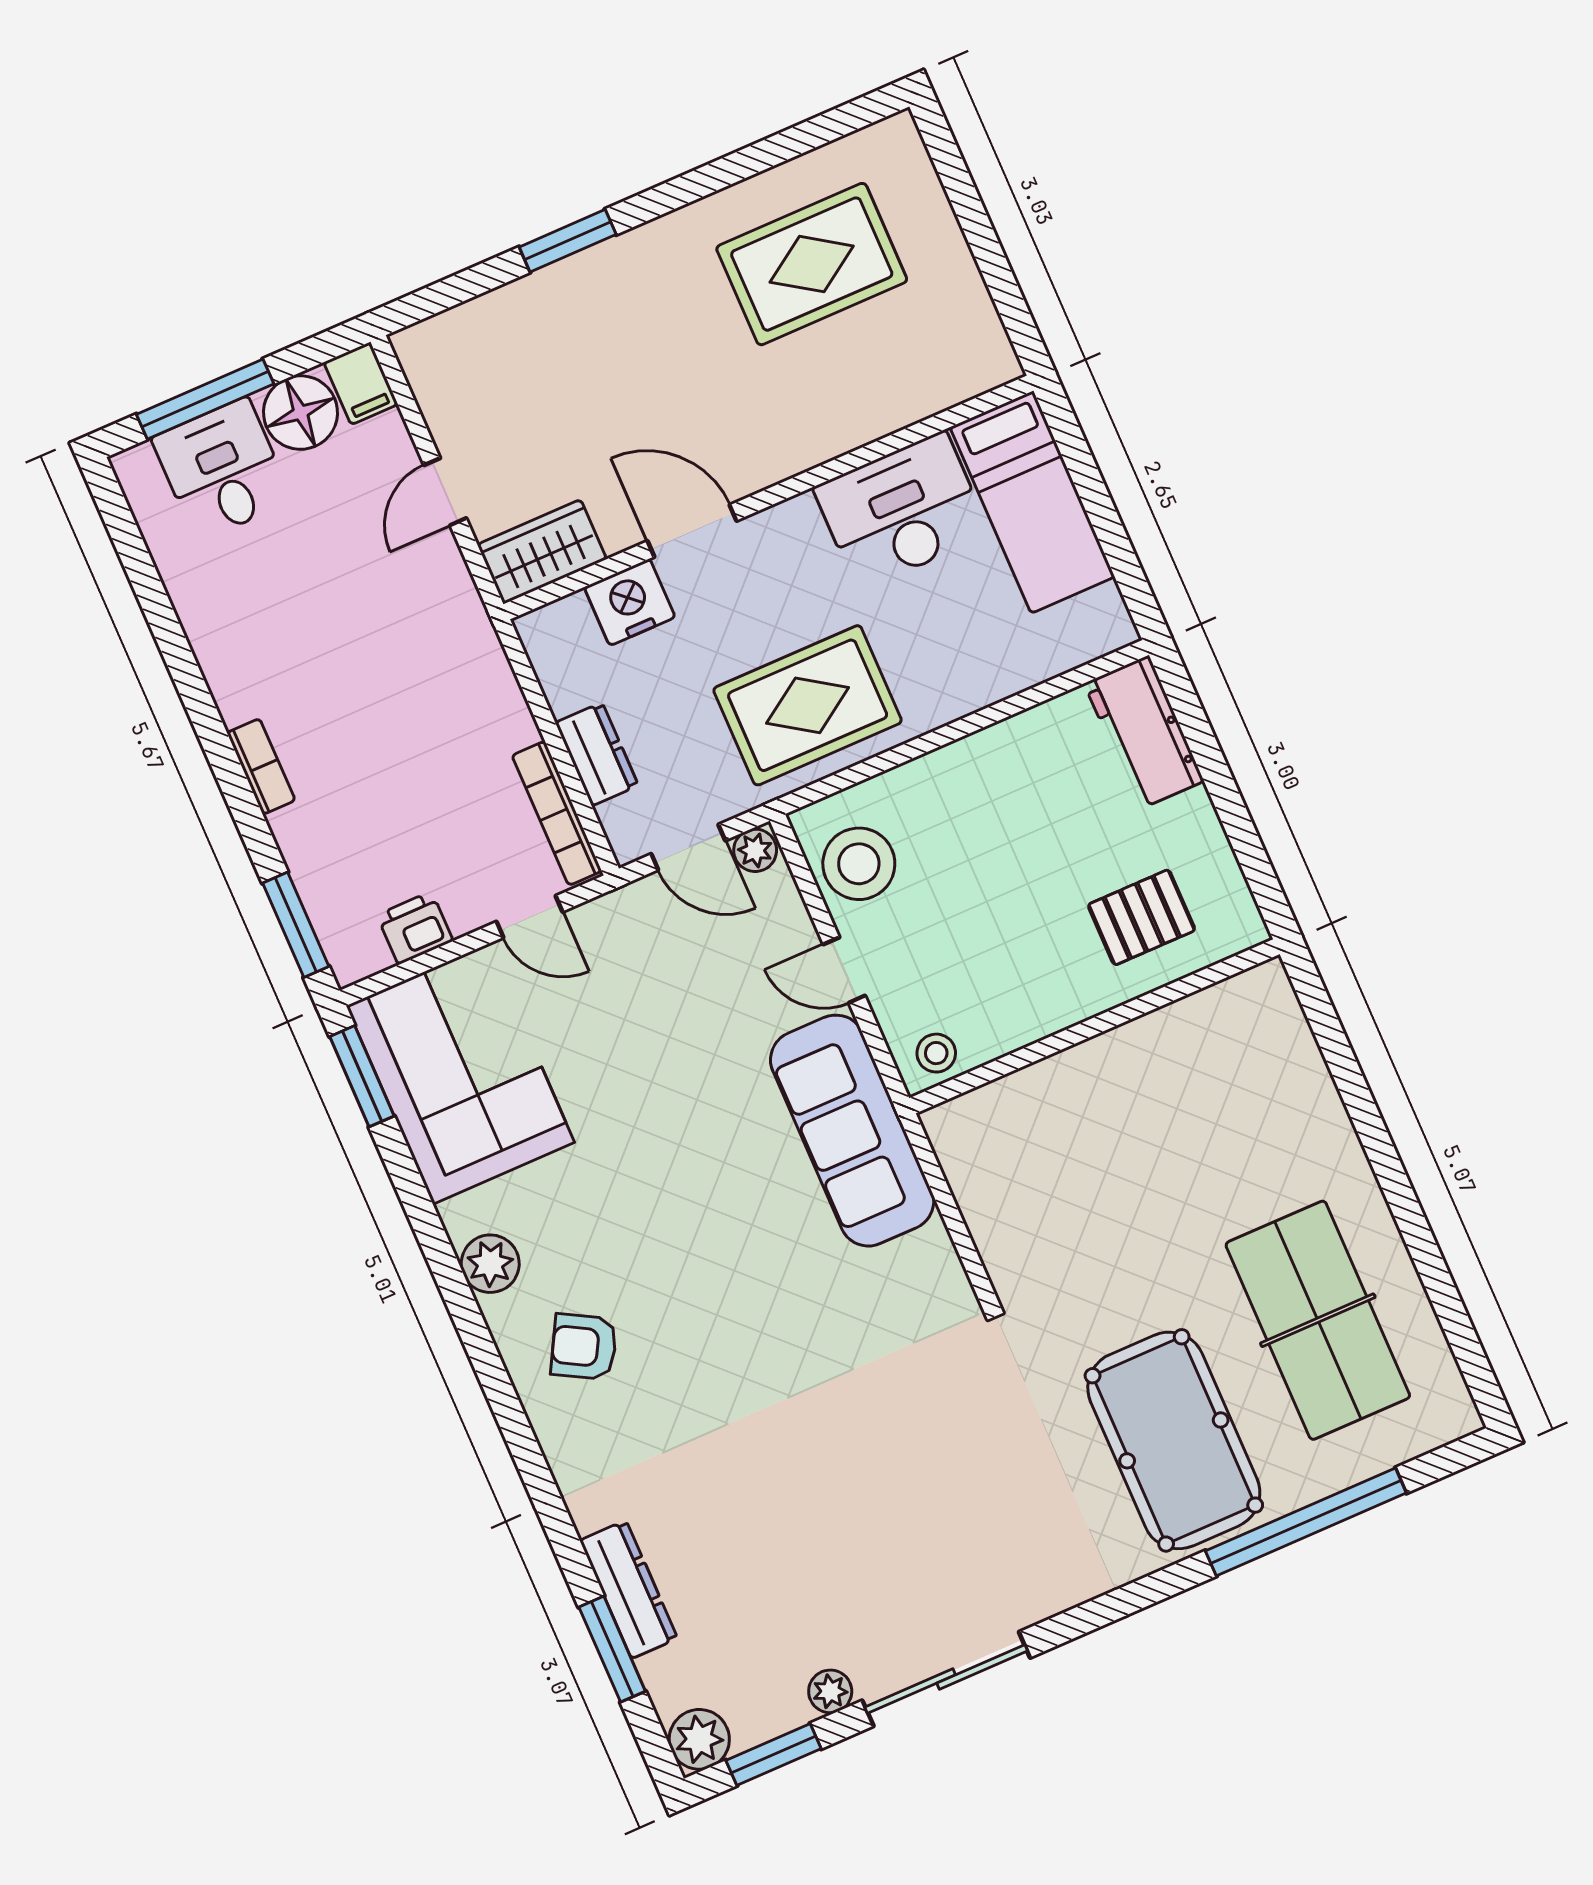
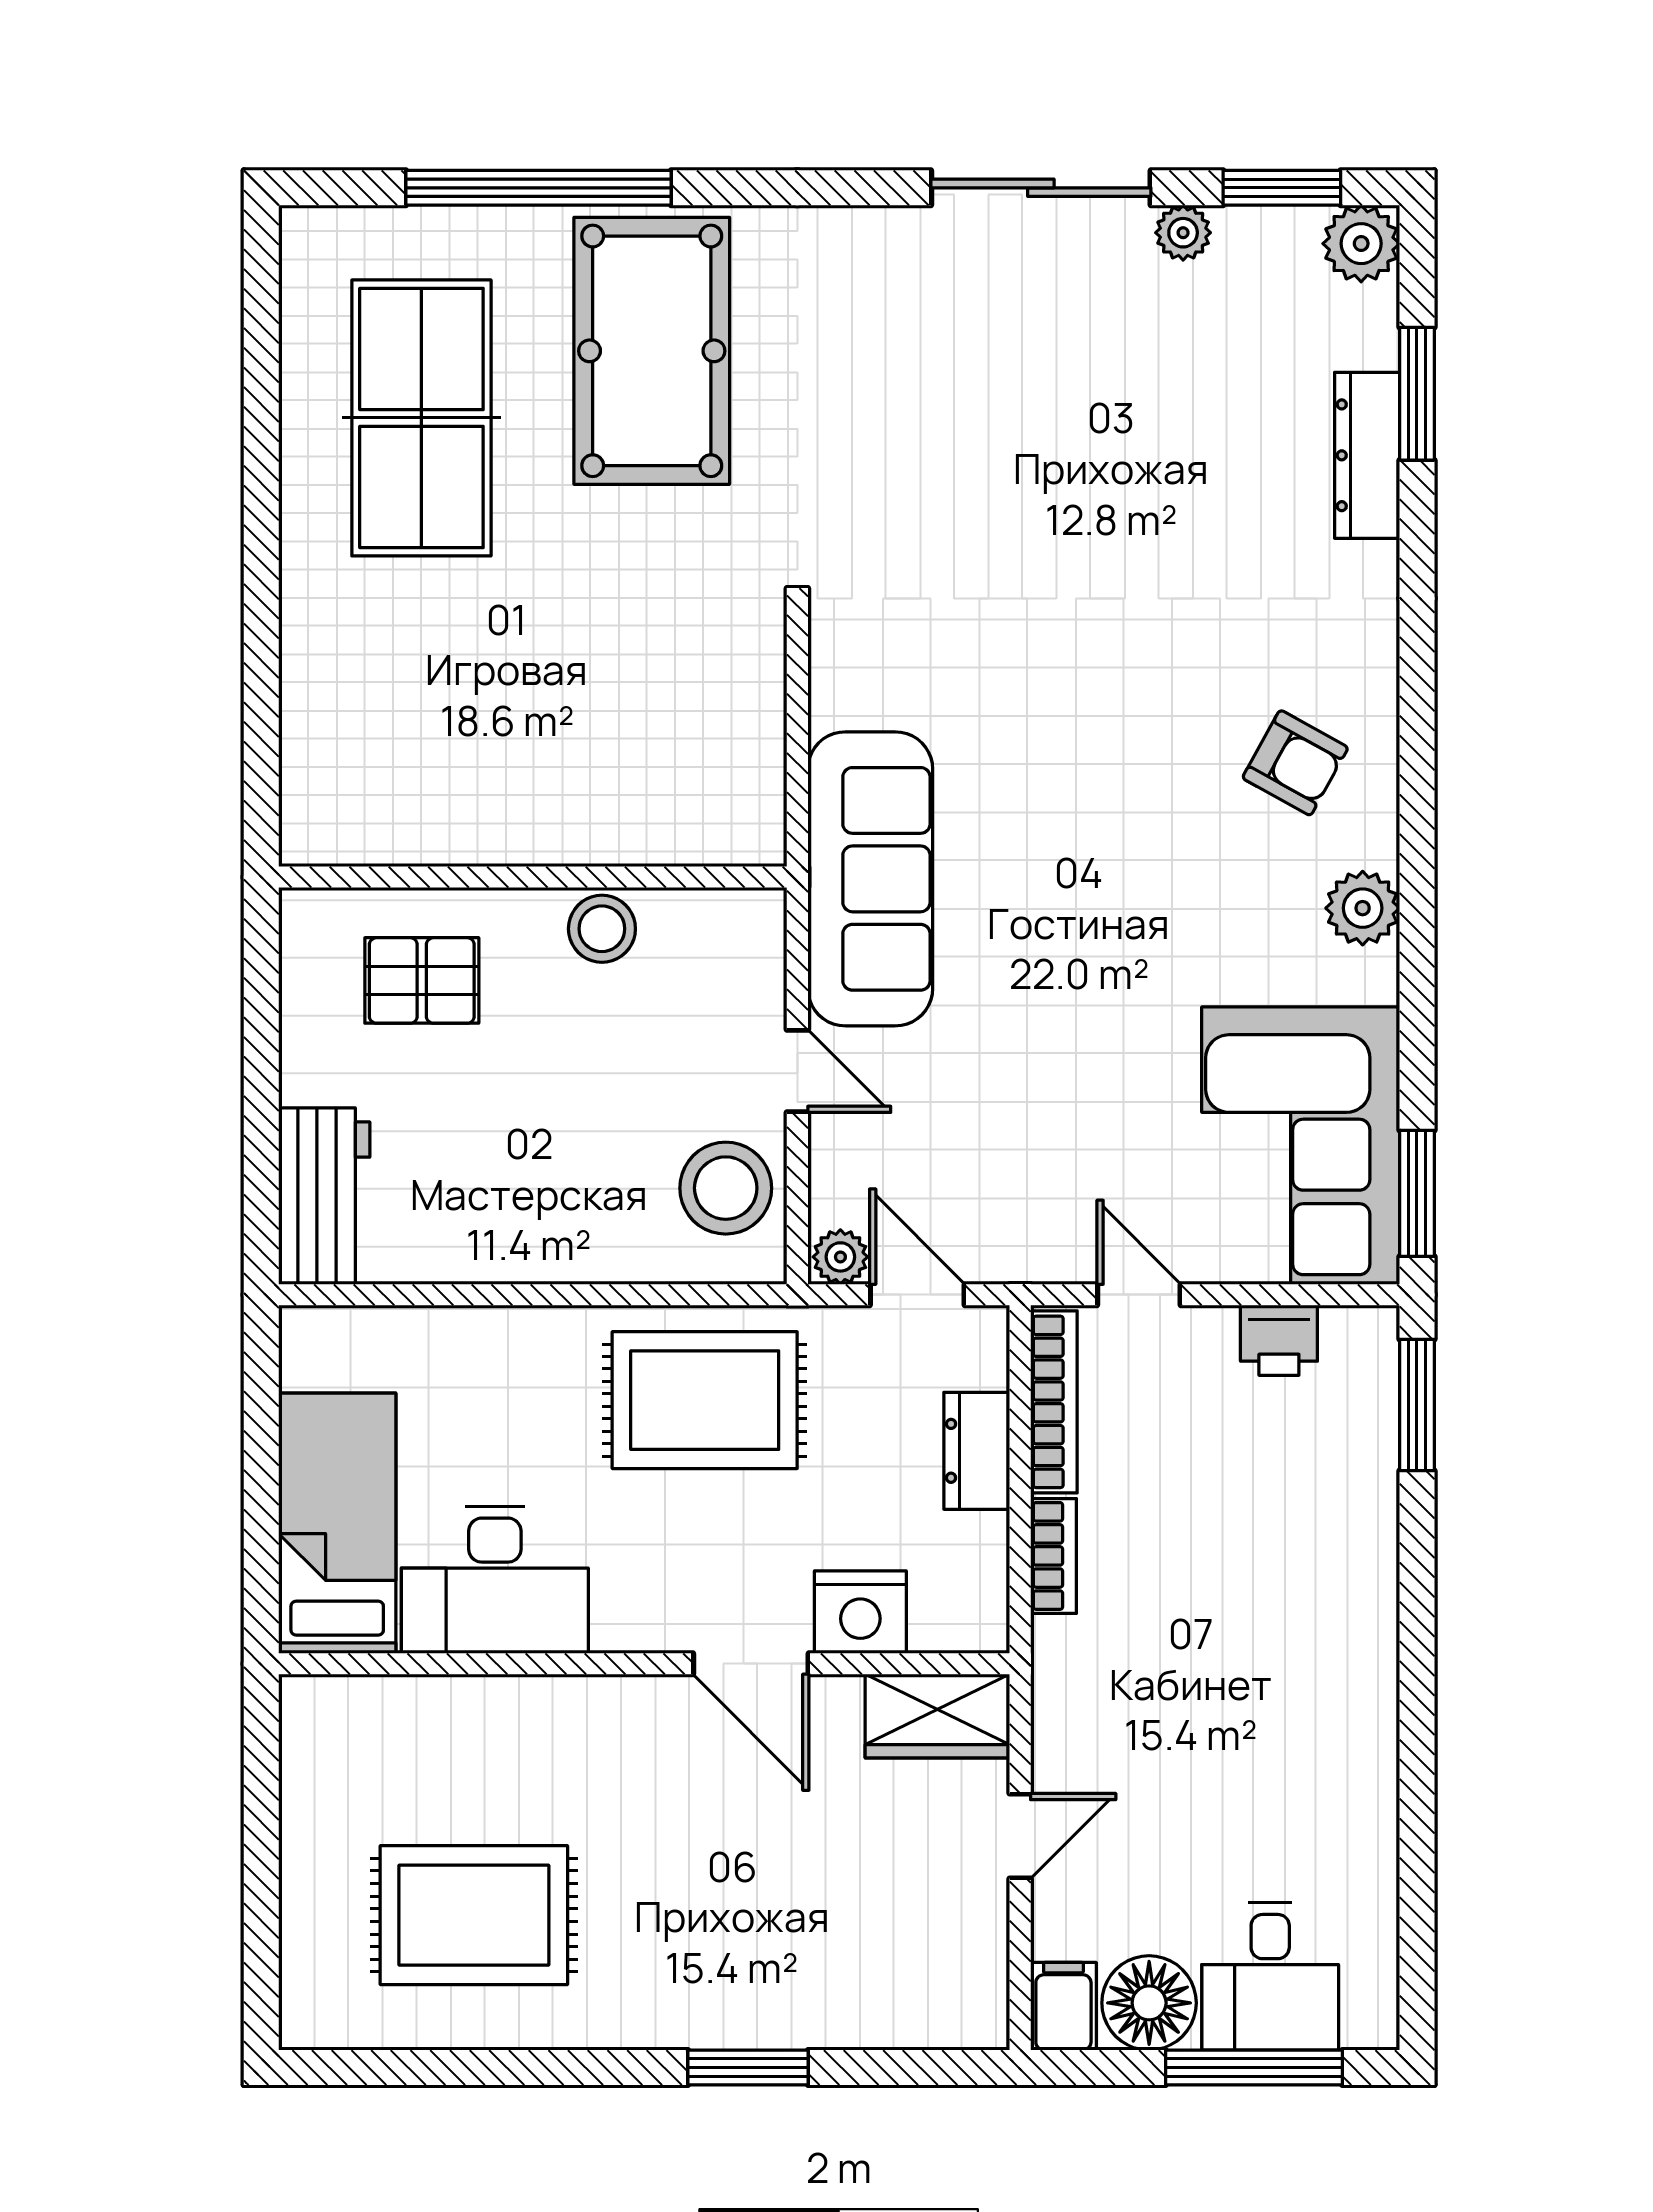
bookcase: (261, 766) -> (1054, 1556), moved, turned 180
stool: (936, 1053) -> (602, 929), moved, width x1.37, depth x1.37

